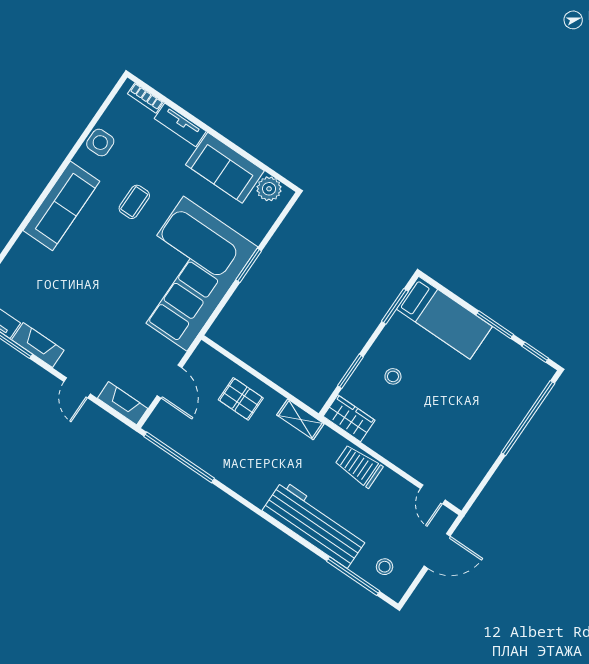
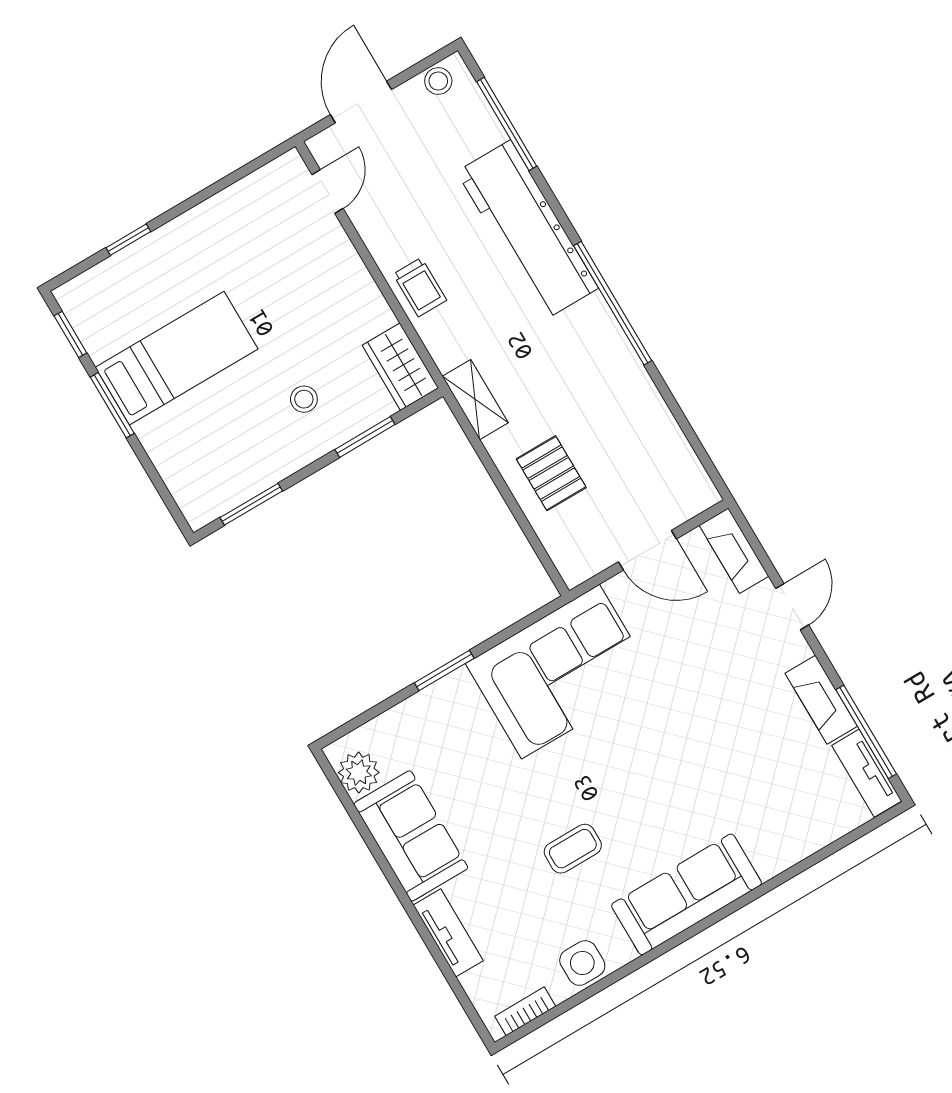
bookcase: (145, 98) -> (525, 1011), moved, turned -90
corner sofa: (185, 274) -> (561, 672), width x0.73, depth x0.74
bed: (444, 318) -> (177, 358), moved, turned 90
door: (169, 382) -> (647, 550), swing flipped
window: (528, 418) -> (128, 240), width x0.32
window: (179, 457) -> (613, 303), moved
trolley: (359, 466) -> (420, 287), width x0.73, depth x0.72
door: (437, 551) -> (361, 102), hinge flipped
stool: (385, 567) -> (438, 81), moved

